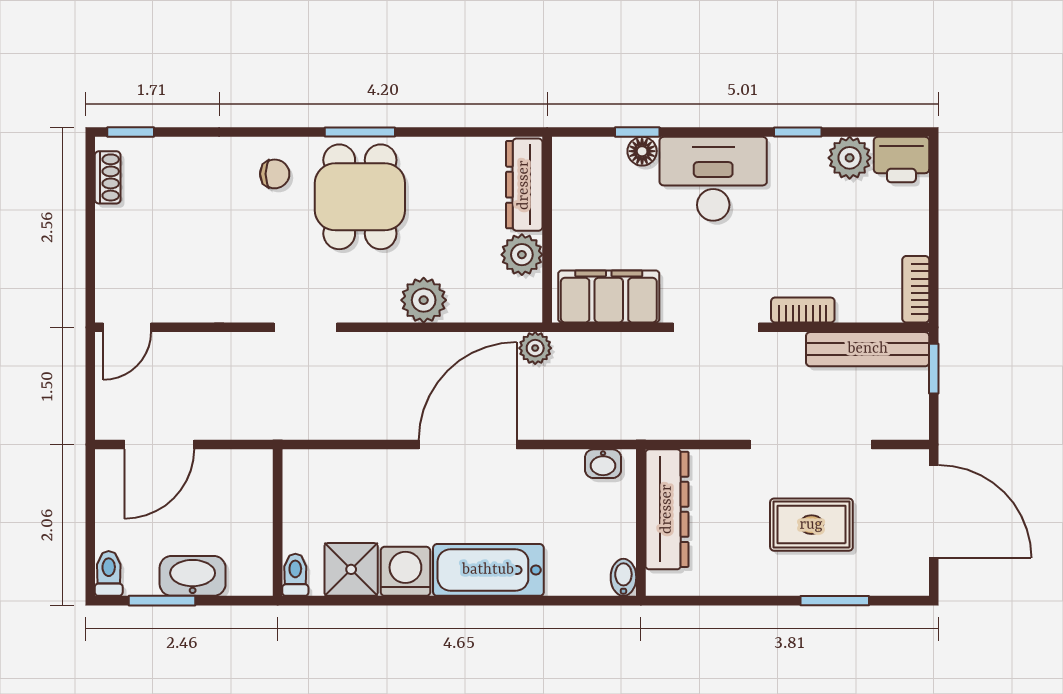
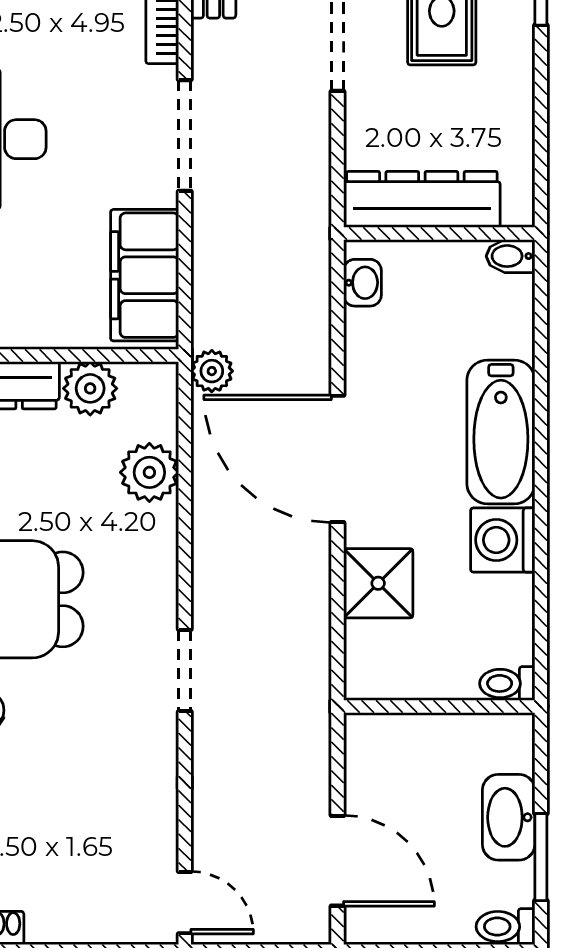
plant: (424, 300) -> (149, 472), moved
shower: (351, 569) -> (378, 583), moved

